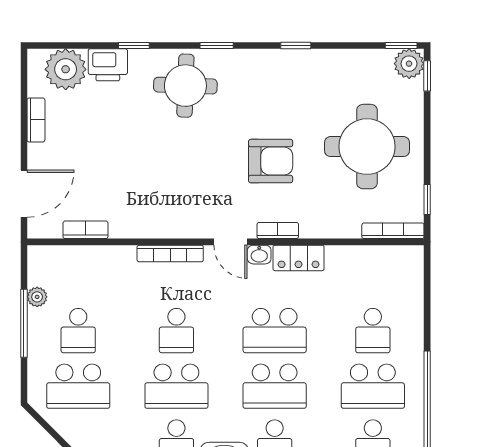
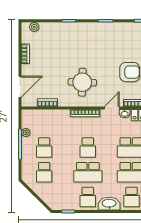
printer: (108, 65) -> (57, 29), removed
plant: (66, 69) -> (34, 27), width x0.53, depth x0.53
round table: (185, 86) -> (82, 82), moved
door: (230, 242) -> (112, 108), swing flipped
school desk: (78, 386) -> (44, 172), width x0.54

